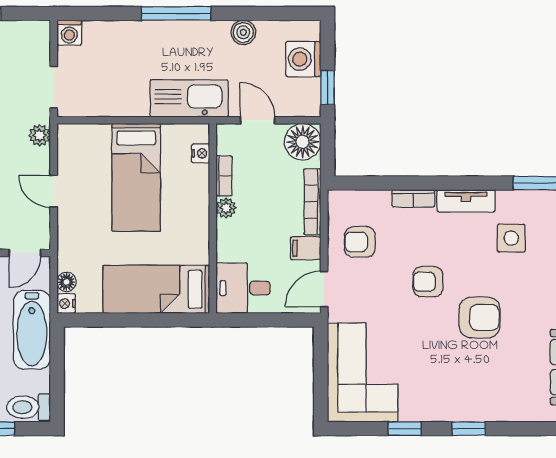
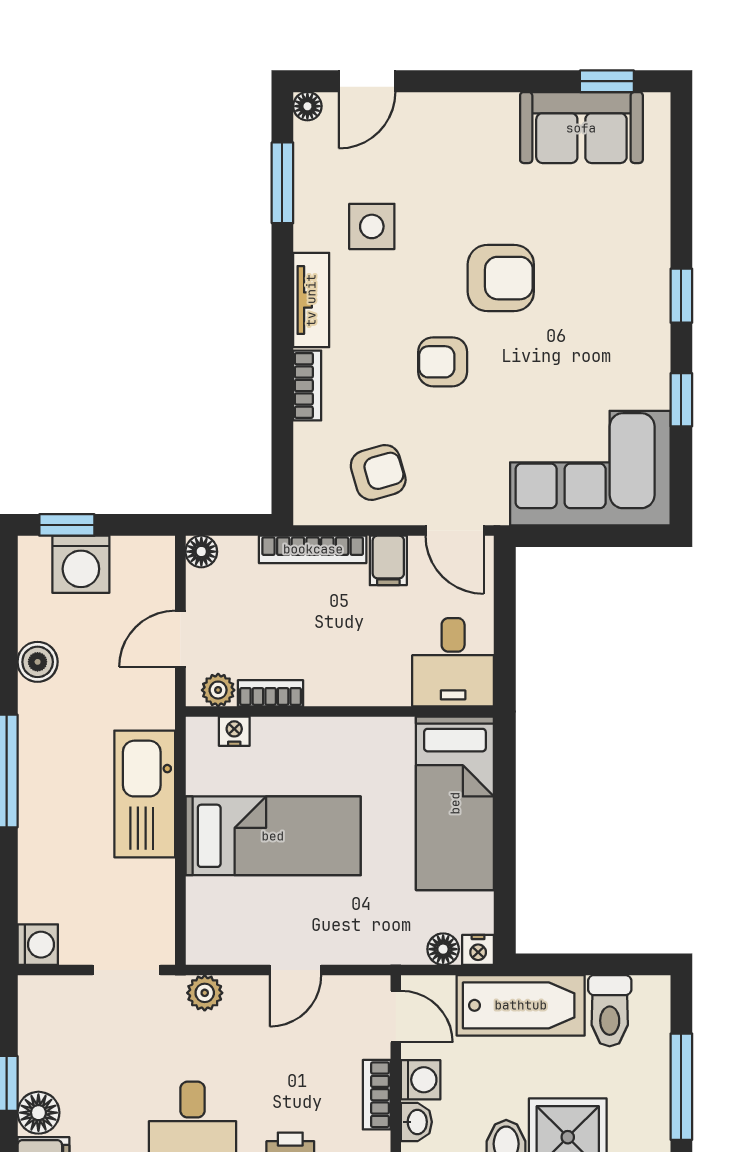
window: (328, 88) -> (67, 525), moved
kitchen sink: (189, 98) -> (145, 794), moved
floor lamp: (303, 142) -> (201, 552), width x0.53, depth x0.53
plant: (226, 208) -> (218, 690), moved
armchair: (360, 242) -> (378, 472), turned -106
armchair: (428, 282) -> (443, 362), turned 90
armchair: (480, 317) -> (501, 278), turned 90
toilet: (29, 407) -> (610, 1011), moved

